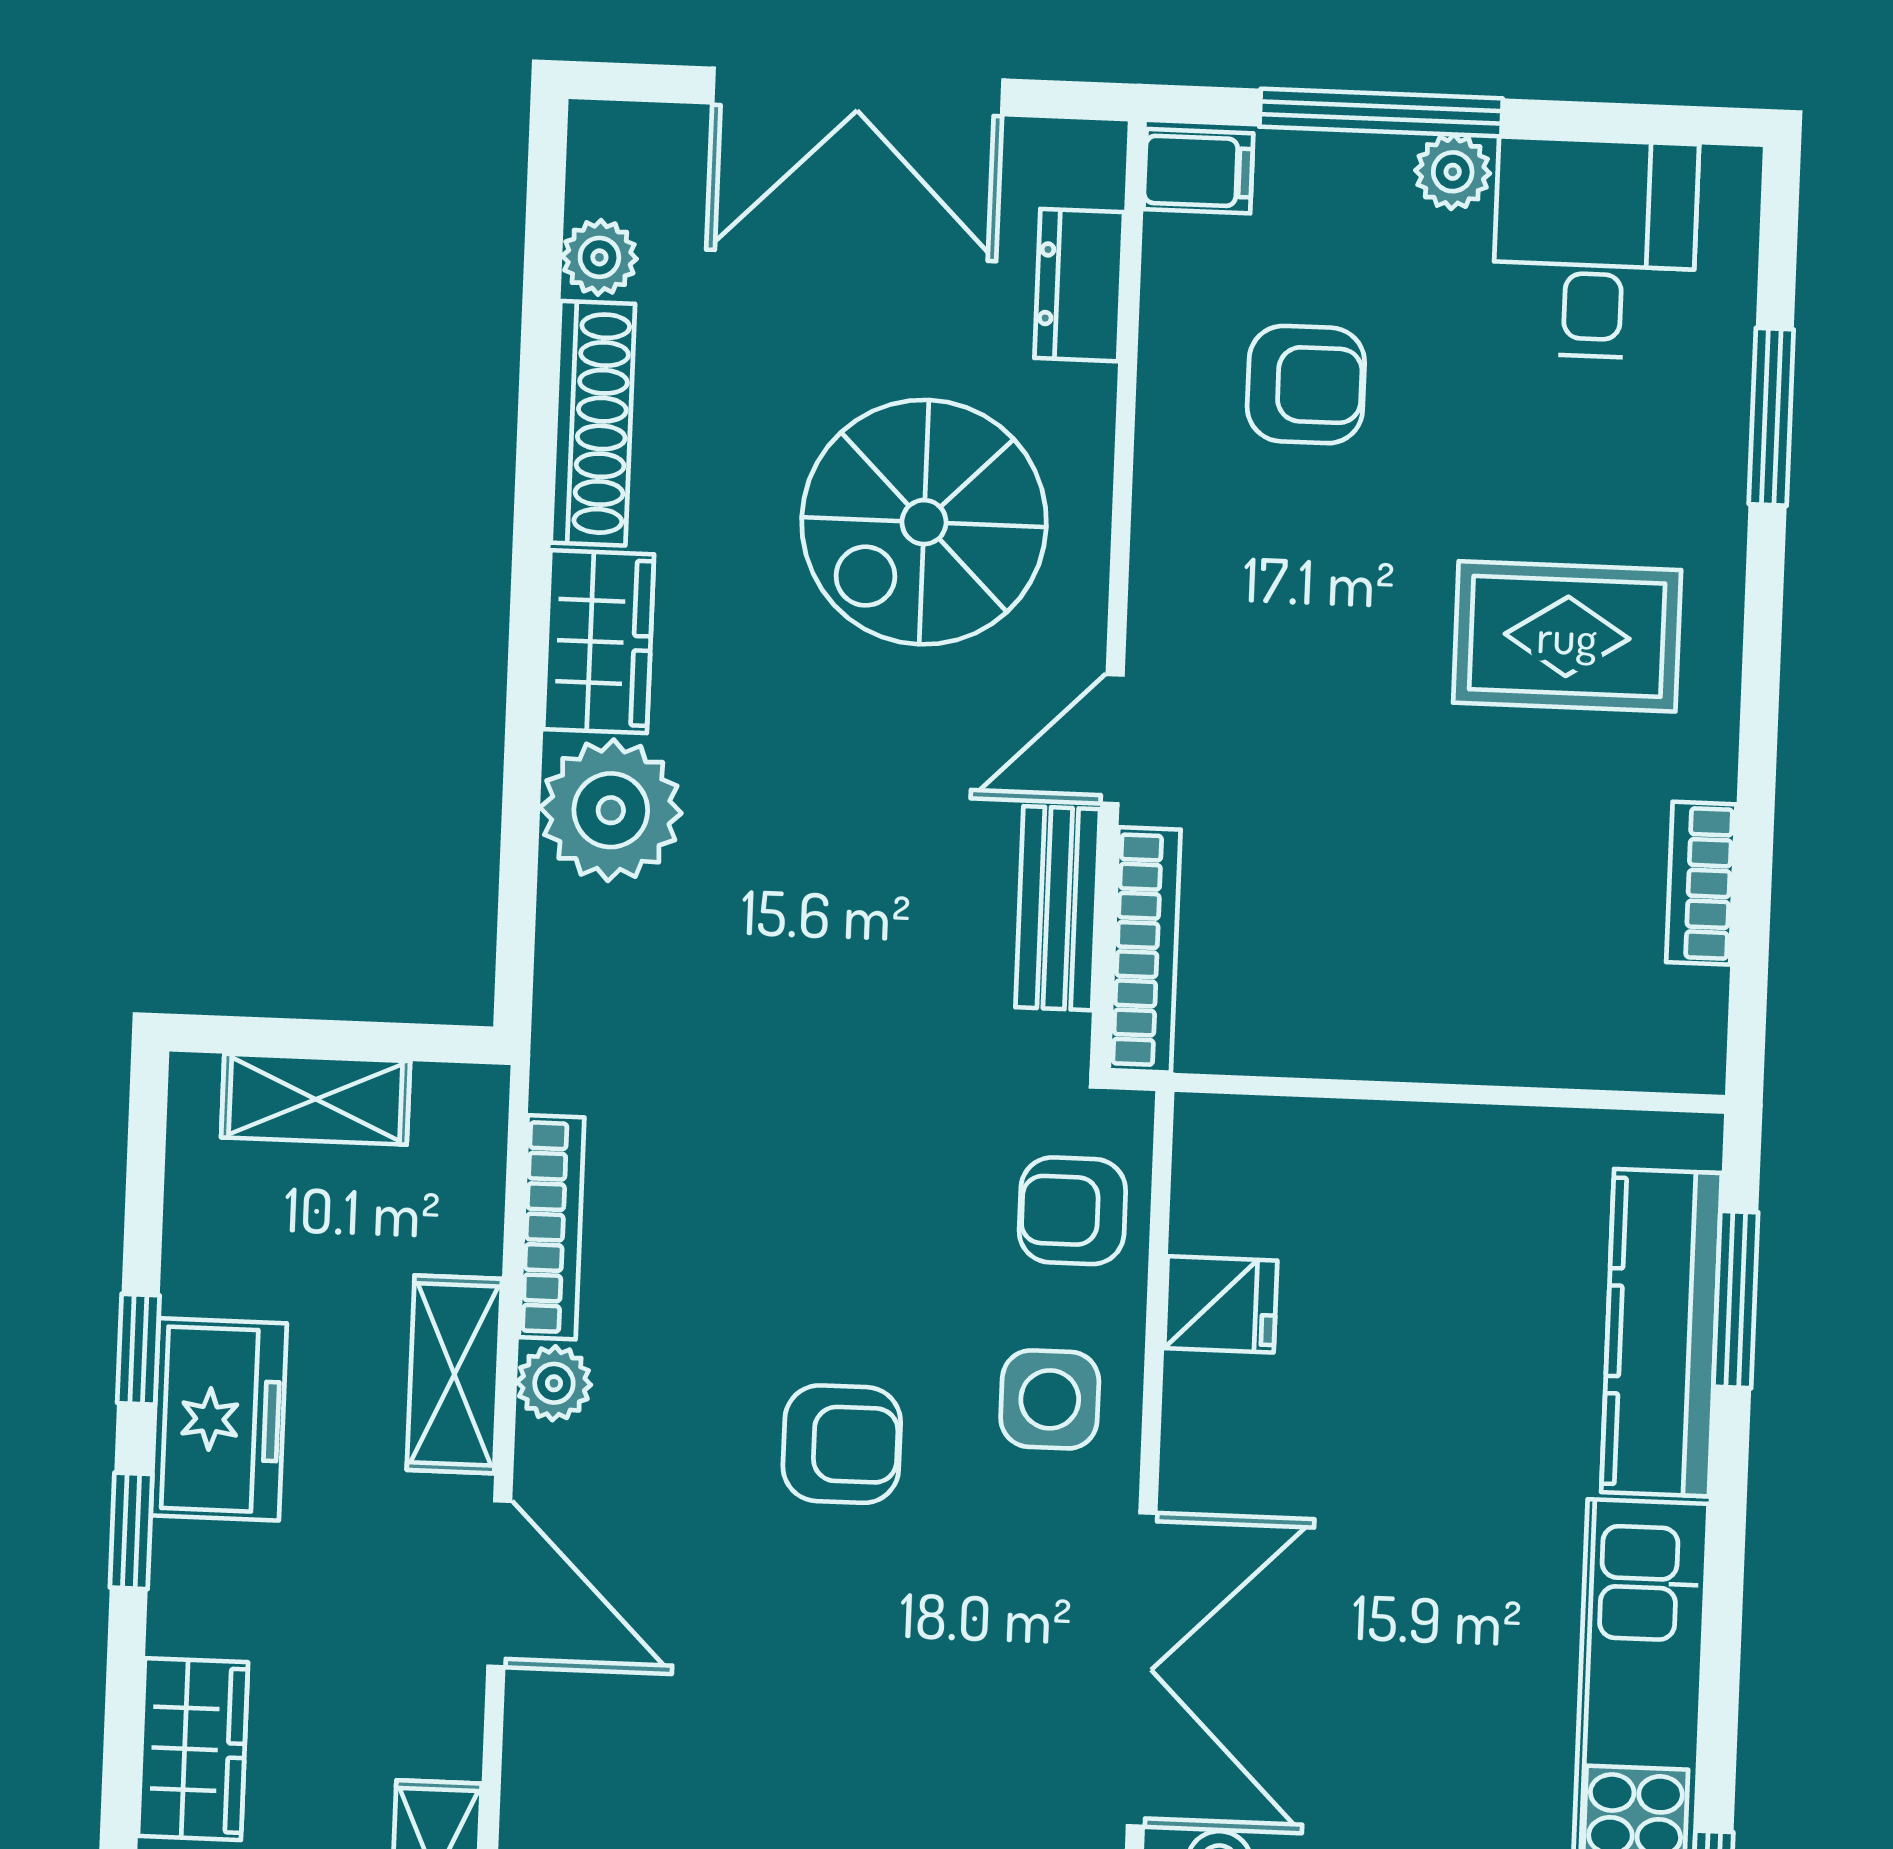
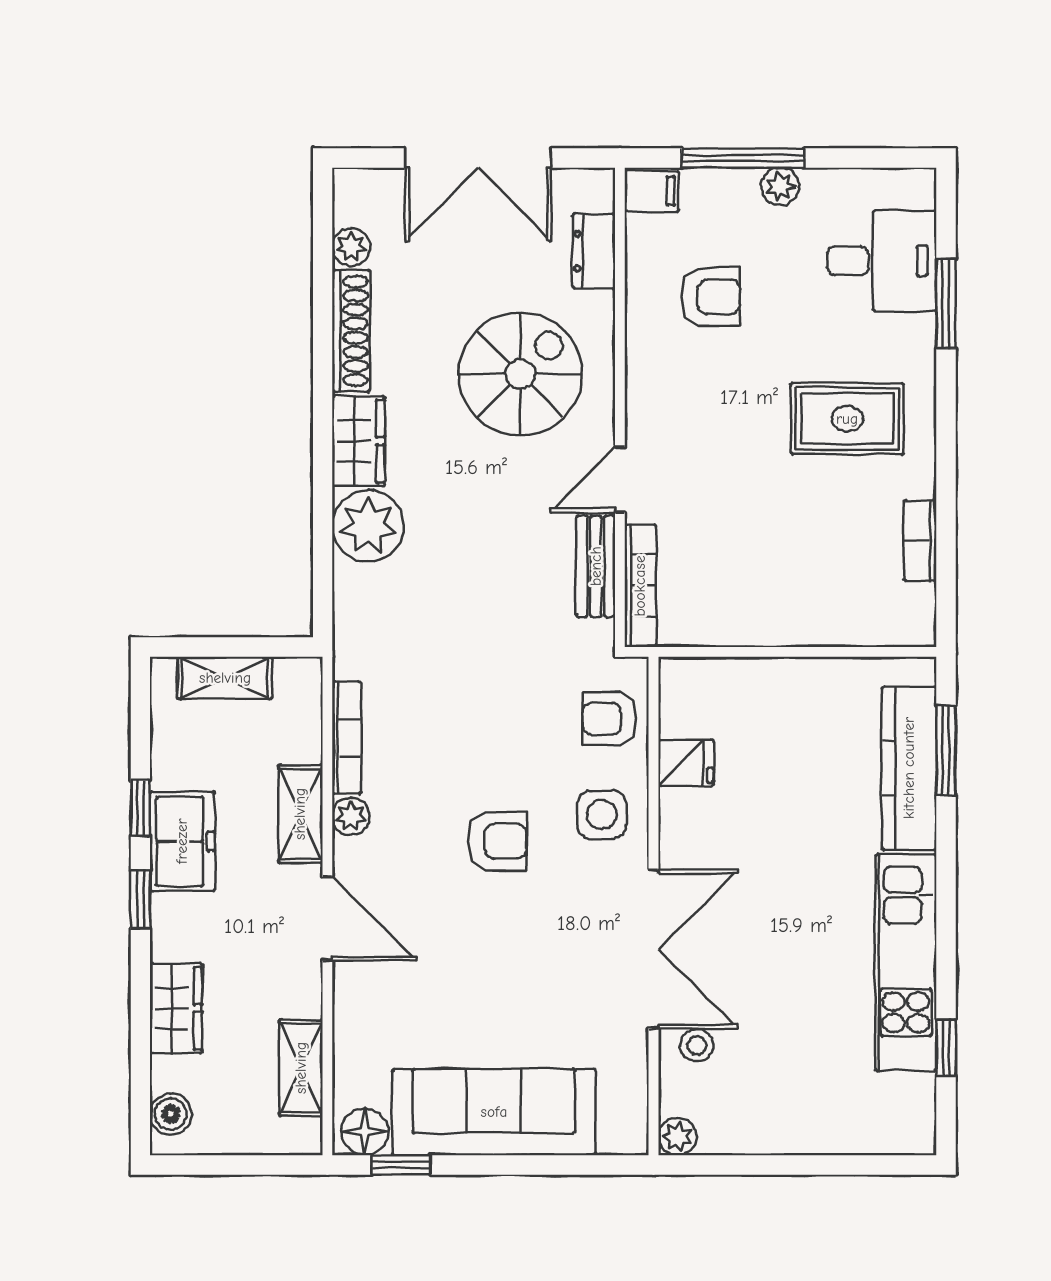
desk: (1595, 248) -> (882, 261), moved, turned 90
spiral stairs: (924, 522) -> (520, 374), turned 180

